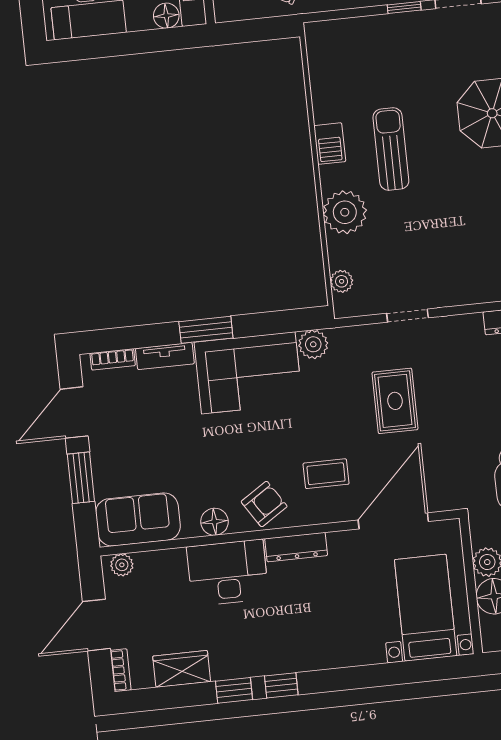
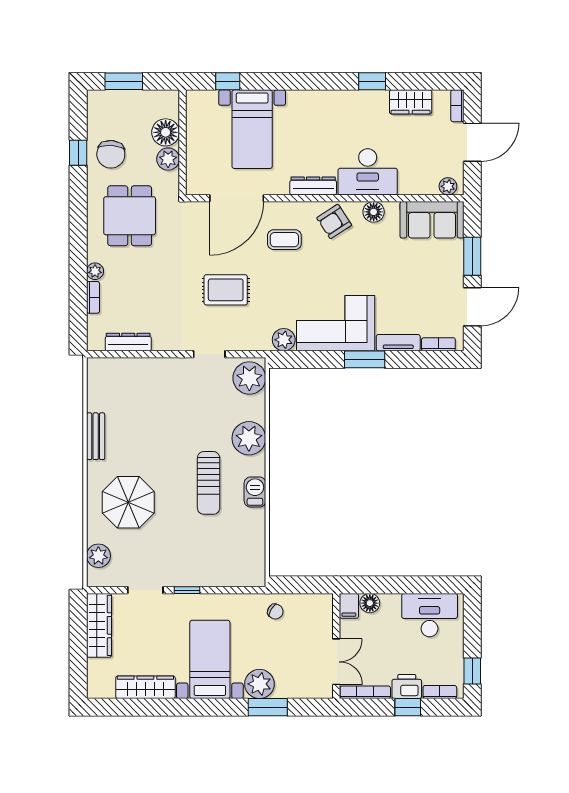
plant: (342, 281) -> (249, 378), width x1.87, depth x1.87
rug: (395, 401) -> (226, 290), turned 90
bed with nightstands: (426, 608) -> (252, 129), moved
window: (281, 685) -> (228, 81), moved

